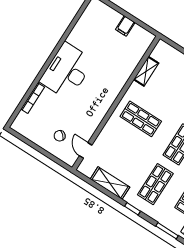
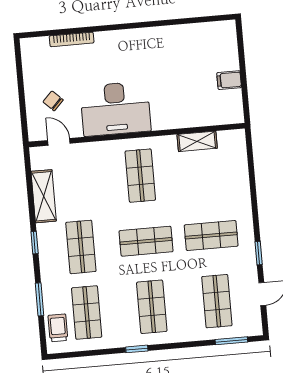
desk: (67, 71) -> (116, 109), moved, turned 180
door: (86, 150) -> (59, 142), hinge flipped
shop shelf: (155, 184) -> (81, 247), turned 90

